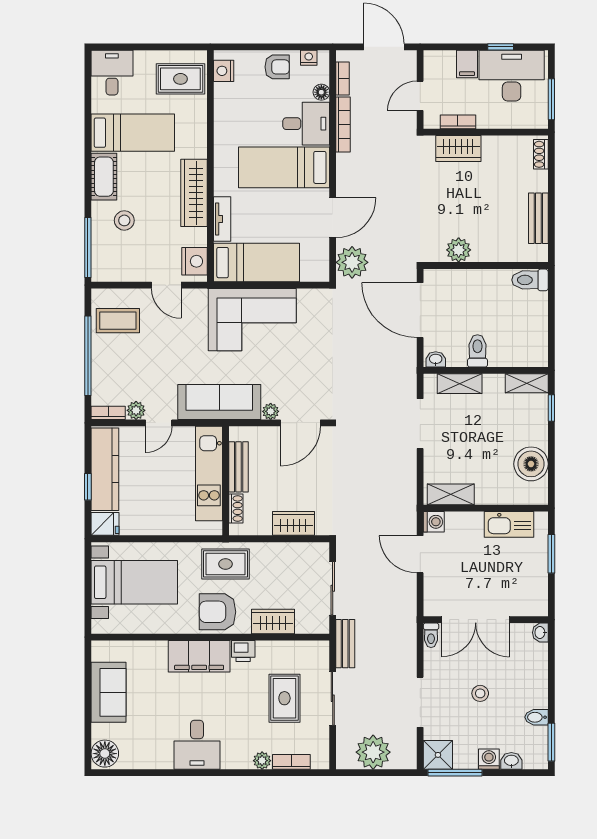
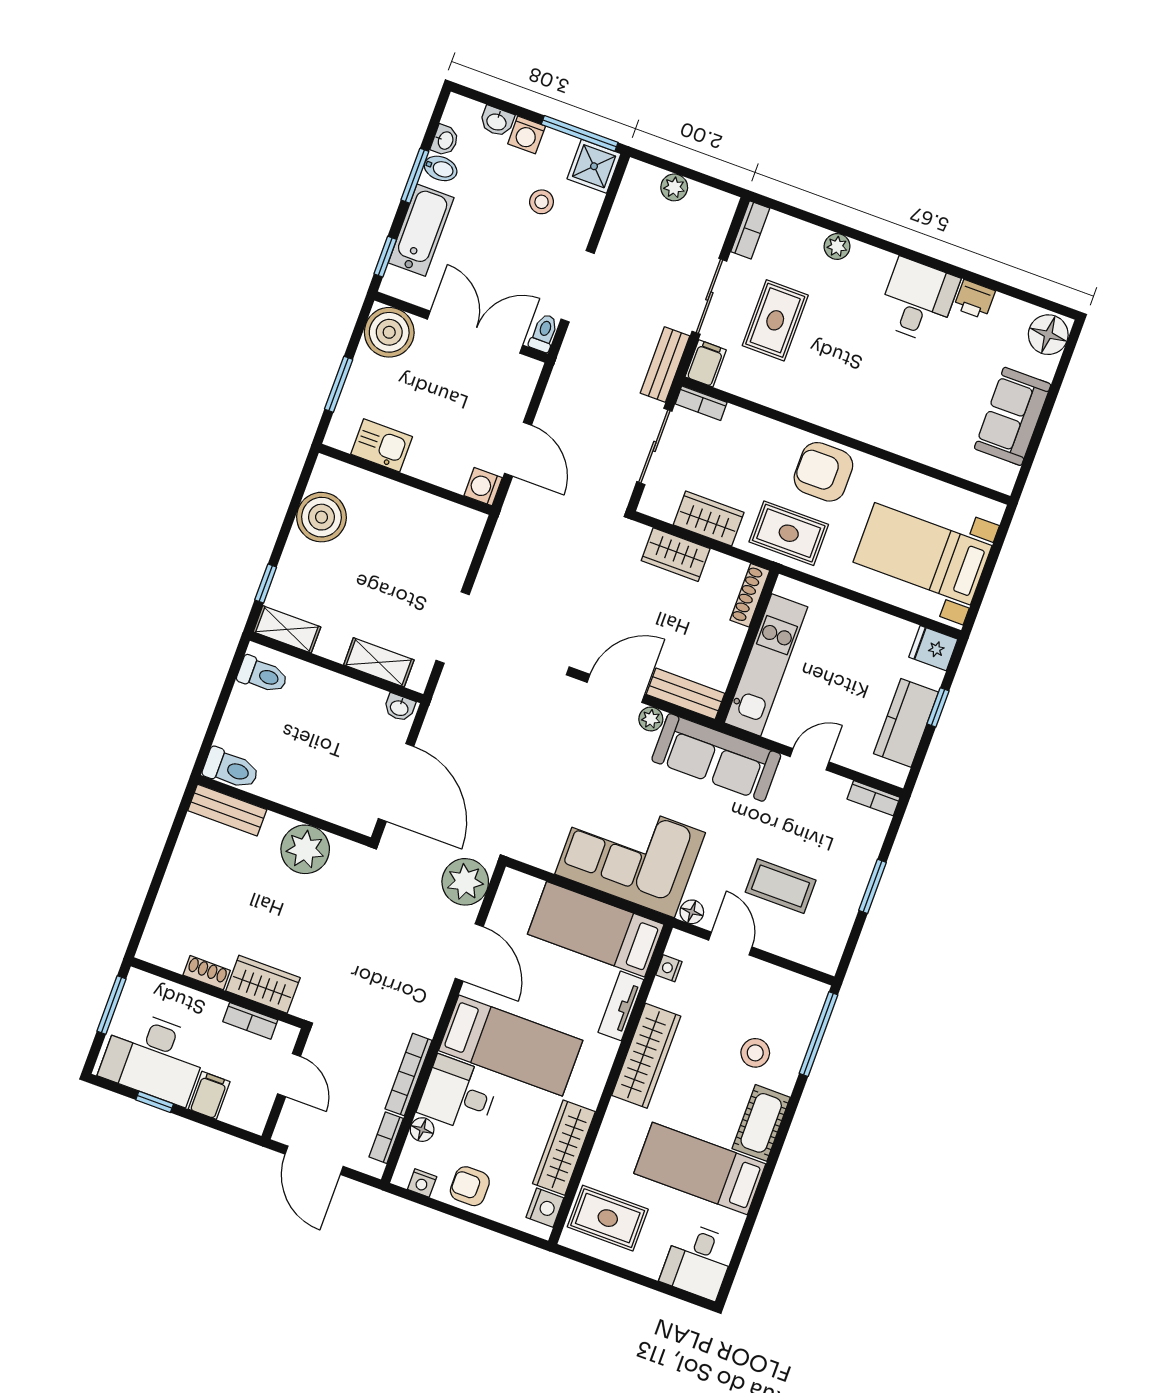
door: (420, 96) -> (289, 1075), hinge flipped
wardrobe: (225, 114) -> (564, 1148), added
shoe rack: (541, 154) -> (207, 973), moved, turned -90
door: (333, 218) -> (469, 952), swing flipped
bench: (538, 218) -> (227, 810), moved, turned 90
plant: (459, 250) -> (305, 849), width x1.36, depth x1.36
nightstand: (194, 261) -> (669, 968), width x0.53, depth x0.56
floor lamp: (199, 297) -> (692, 912), added
coffee table: (118, 321) -> (781, 886), moved
toilet: (477, 351) -> (263, 675), moved, turned -90
window: (88, 356) -> (873, 886), width x0.47
plant: (136, 410) -> (834, 788), removed
bench: (239, 467) -> (685, 694), moved, turned 90
kitchen counter: (105, 469) -> (906, 723), width x0.67
shelving: (451, 494) -> (446, 516), removed
shoe rack: (236, 508) -> (750, 595), width x1.43
kitchen sink: (509, 524) -> (382, 445), width x0.73
boiler: (531, 599) -> (389, 332), added
armchair: (218, 612) -> (823, 472), turned 180
wardrobe: (273, 621) -> (709, 519), moved, turned 180
bookcase: (313, 627) -> (701, 403), added
washbasin: (540, 633) -> (445, 140), moved
window: (551, 647) -> (385, 257), added
printer: (243, 651) -> (974, 299), moved, turned 180
filing cabinet: (199, 656) -> (706, 363), moved, width x0.33, depth x0.86
bathtub: (534, 673) -> (421, 230), added
stool: (480, 693) -> (542, 202), moved
doorway: (420, 702) -> (578, 286), moved
window: (551, 742) -> (415, 176), moved
plant: (373, 752) -> (674, 187), width x0.53, depth x0.53
bookcase: (291, 762) -> (750, 230), moved, turned -90

